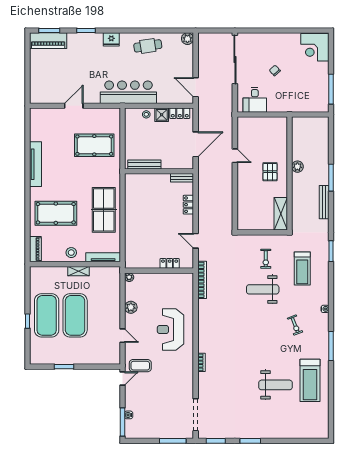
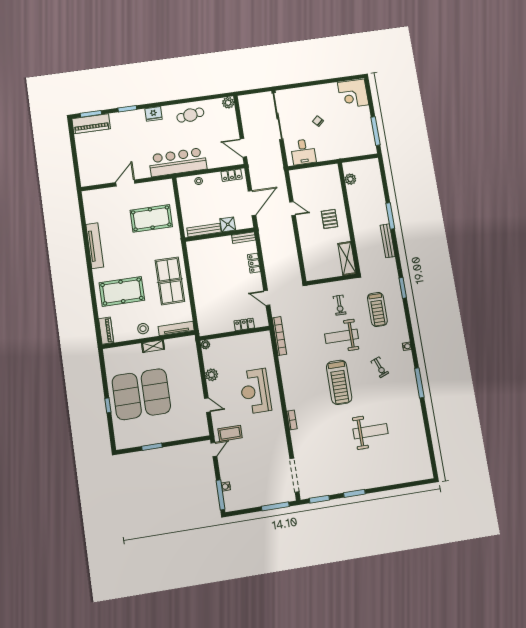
shower: (162, 115) -> (228, 224), moved
plant: (297, 167) -> (350, 179), moved
treadmill: (310, 380) -> (339, 382), moved

